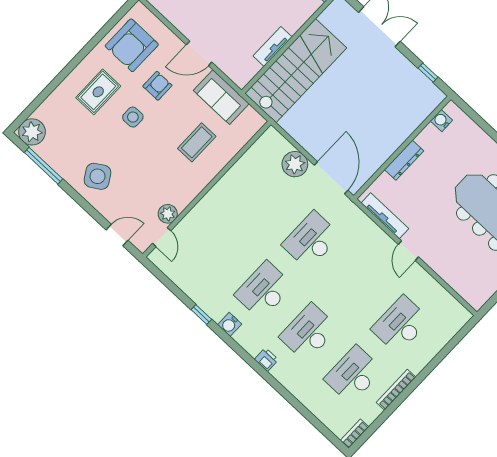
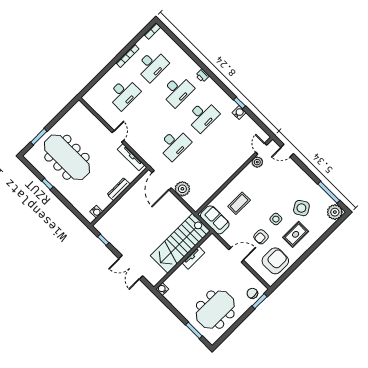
sofa: (221, 97) -> (215, 220), moved
side table: (98, 176) -> (301, 208), moved
water cooler: (230, 324) -> (239, 113), moved

